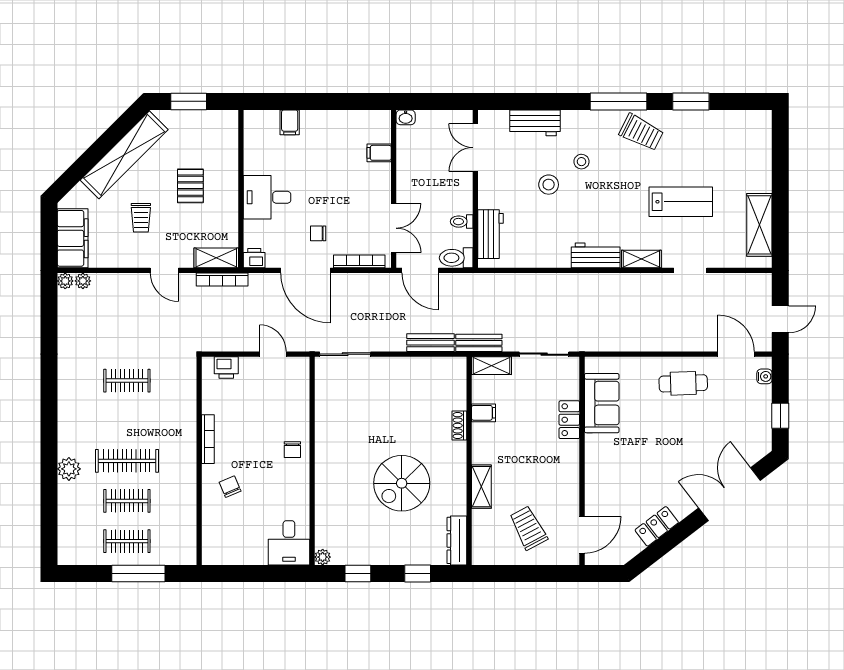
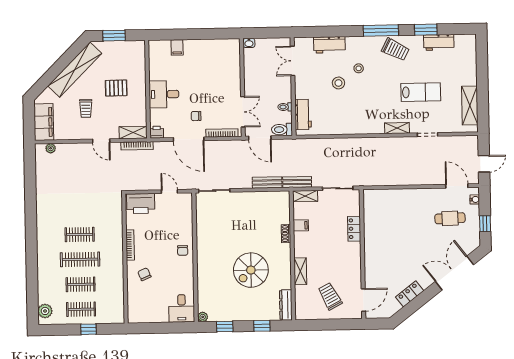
filing cabinet: (379, 153) -> (233, 65), removed
pallet: (190, 186) -> (116, 88), turned 90
workbench: (596, 255) -> (439, 42), moved, turned 180
plant: (65, 281) -> (40, 149), removed
printer: (226, 367) -> (141, 204), width x1.87, depth x1.48
clothes rail: (127, 381) -> (80, 235), moved
cafe table: (683, 383) -> (450, 218), moved
sofa: (602, 403) -> (374, 218), removed
plant: (69, 469) -> (45, 311), moved
window: (138, 573) -> (89, 329), width x0.46

